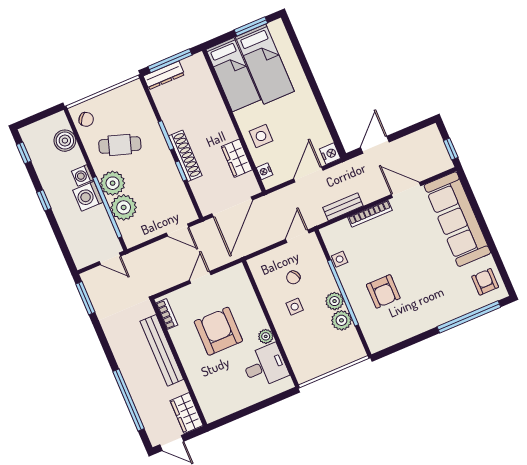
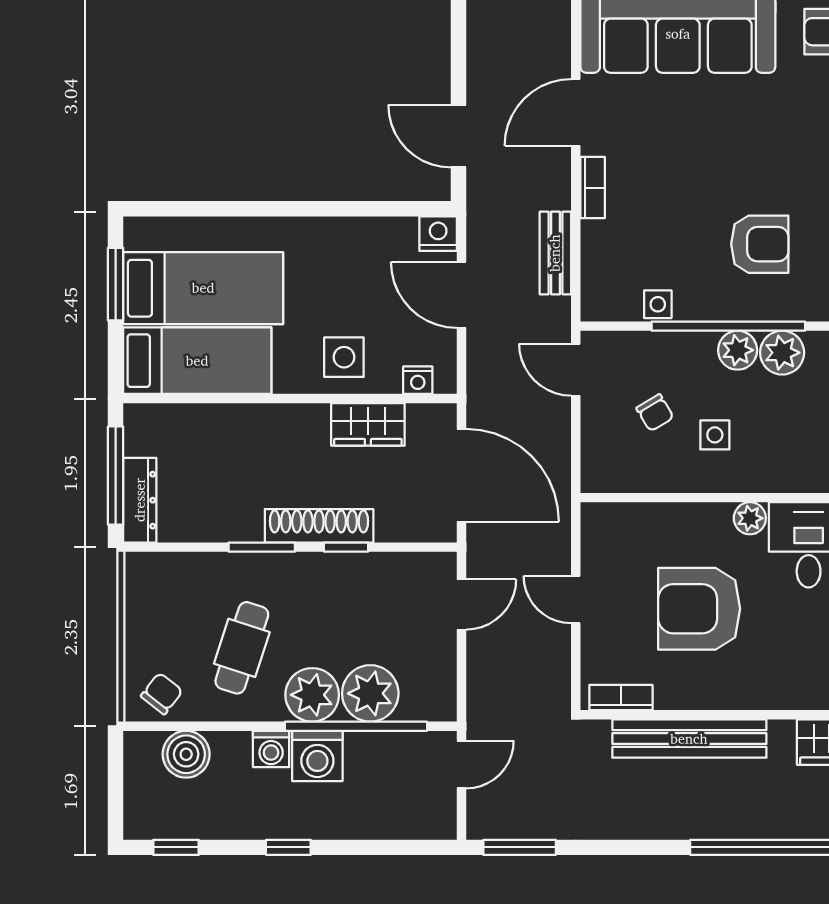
bookcase: (370, 214) -> (593, 188), width x0.64

